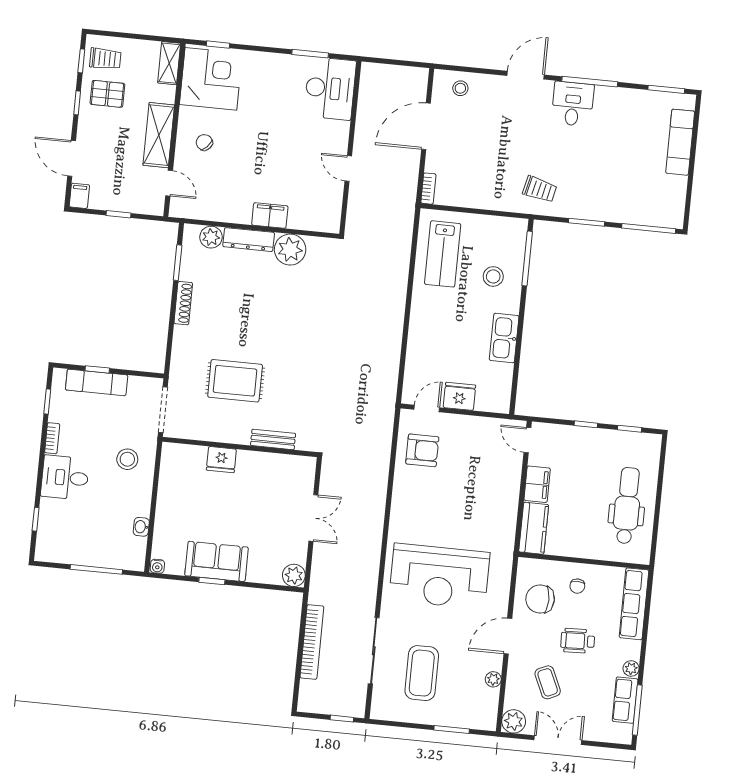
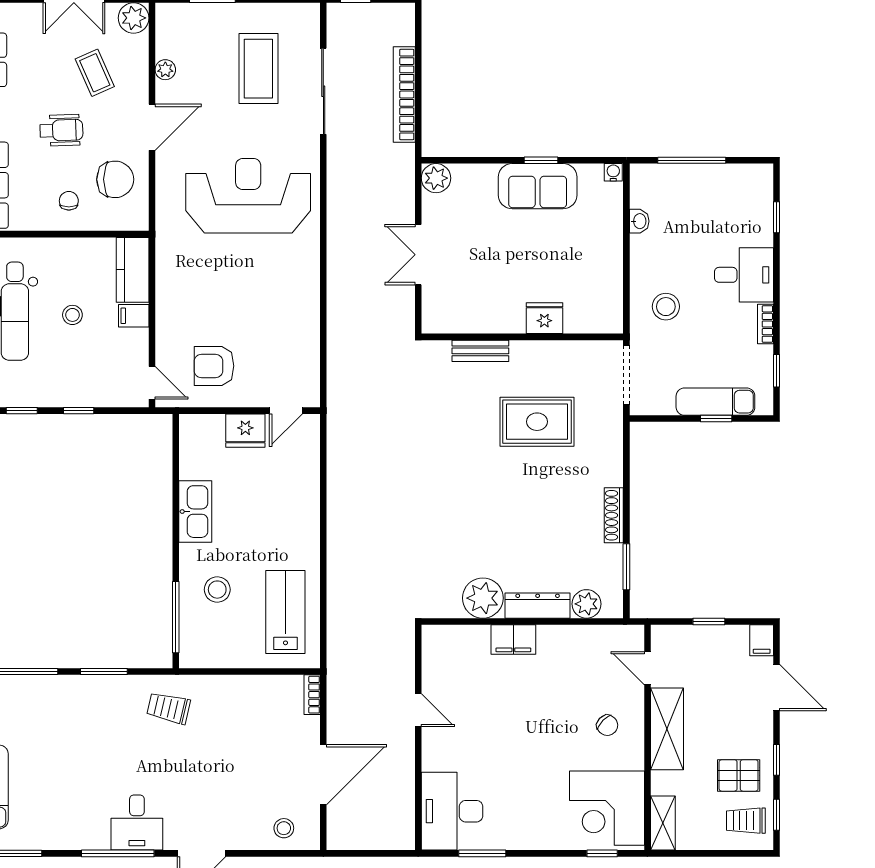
armchair: (422, 450) -> (214, 366), moved
filing cabinet: (537, 484) -> (134, 316), width x0.50
stool: (583, 498) -> (72, 315), added

